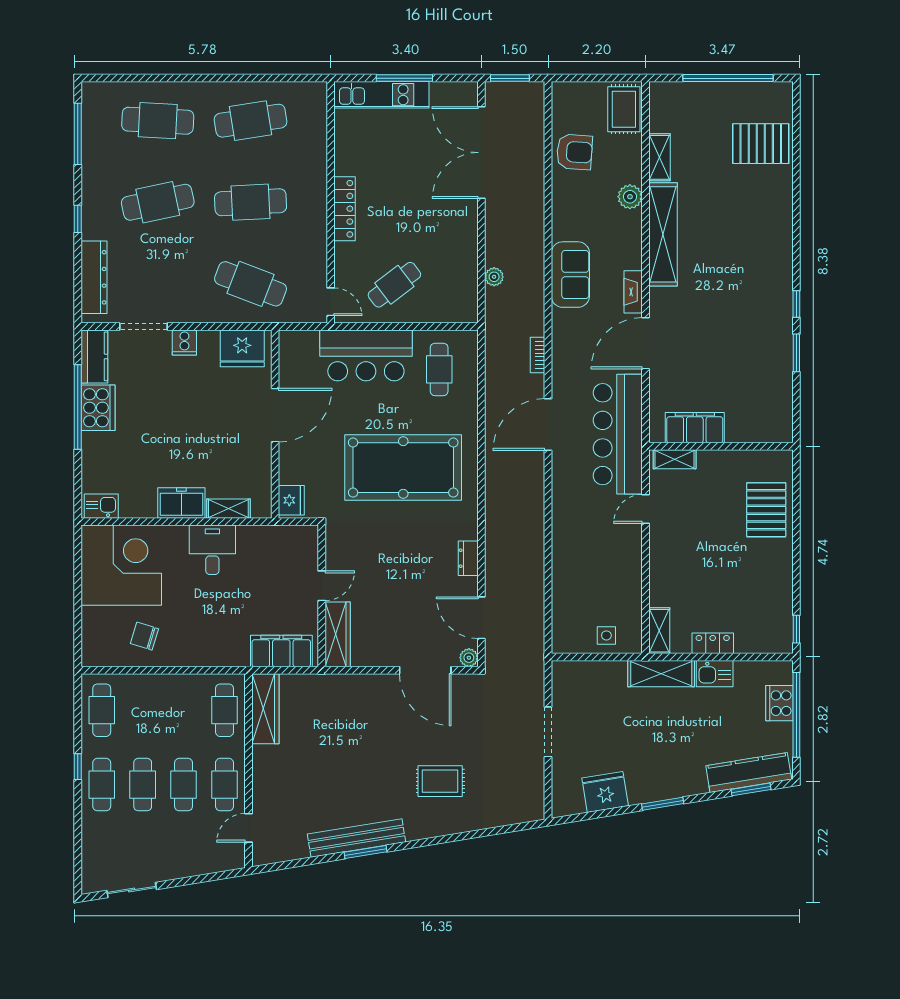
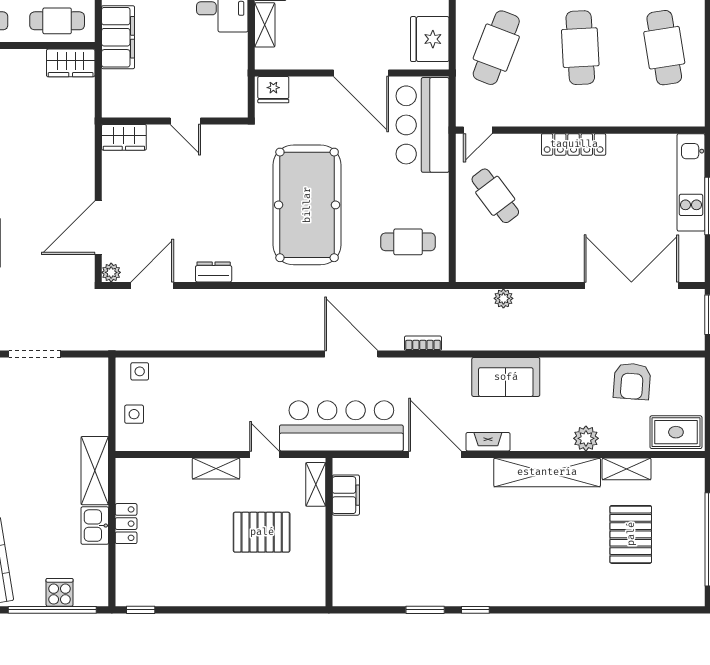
pallet: (761, 144) -> (631, 534), moved
bar counter: (366, 355) -> (423, 125), moved
filing cabinet: (695, 428) -> (346, 495), width x0.67, depth x0.86
pallet: (766, 510) -> (262, 532), moved
side table: (565, 630) -> (140, 371), added
shelving: (659, 631) -> (216, 469), moved
wardrobe: (338, 634) -> (124, 137), width x0.67
filing cabinet: (281, 651) -> (118, 37), moved
cooker: (779, 703) -> (60, 592), width x0.73
wardrobe: (265, 709) -> (71, 63), width x0.67

